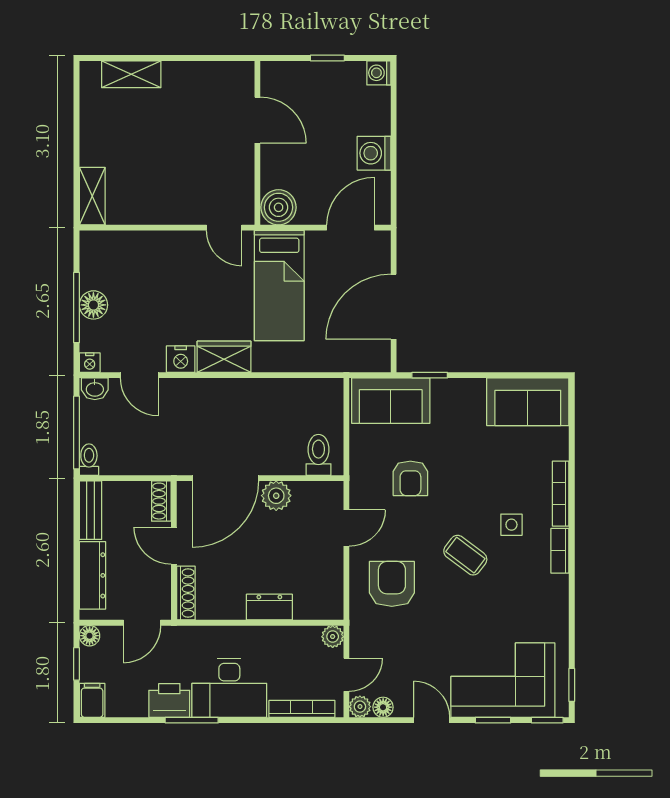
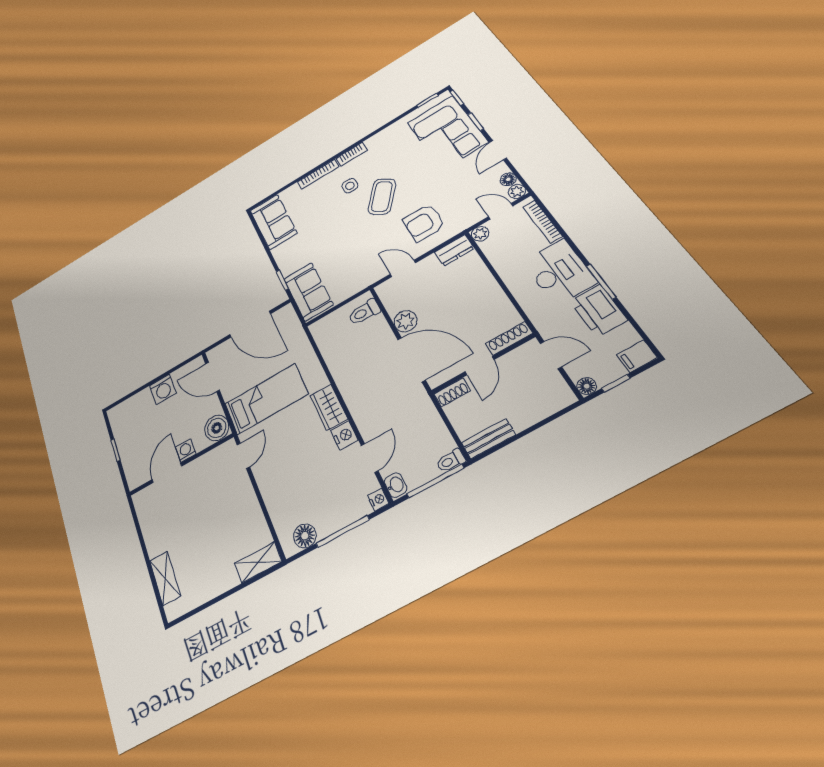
washing machine: (379, 73) -> (186, 451), moved, turned 180
floor lamp: (93, 305) -> (305, 536), moved
armchair: (410, 478) -> (351, 253), removed
coffee table: (465, 555) -> (382, 197), width x1.36, depth x1.30
dresser: (92, 575) -> (538, 410), removed
dresser: (269, 607) -> (454, 250), moved, turned -90
printer: (169, 700) -> (598, 311), width x1.37, depth x1.19

